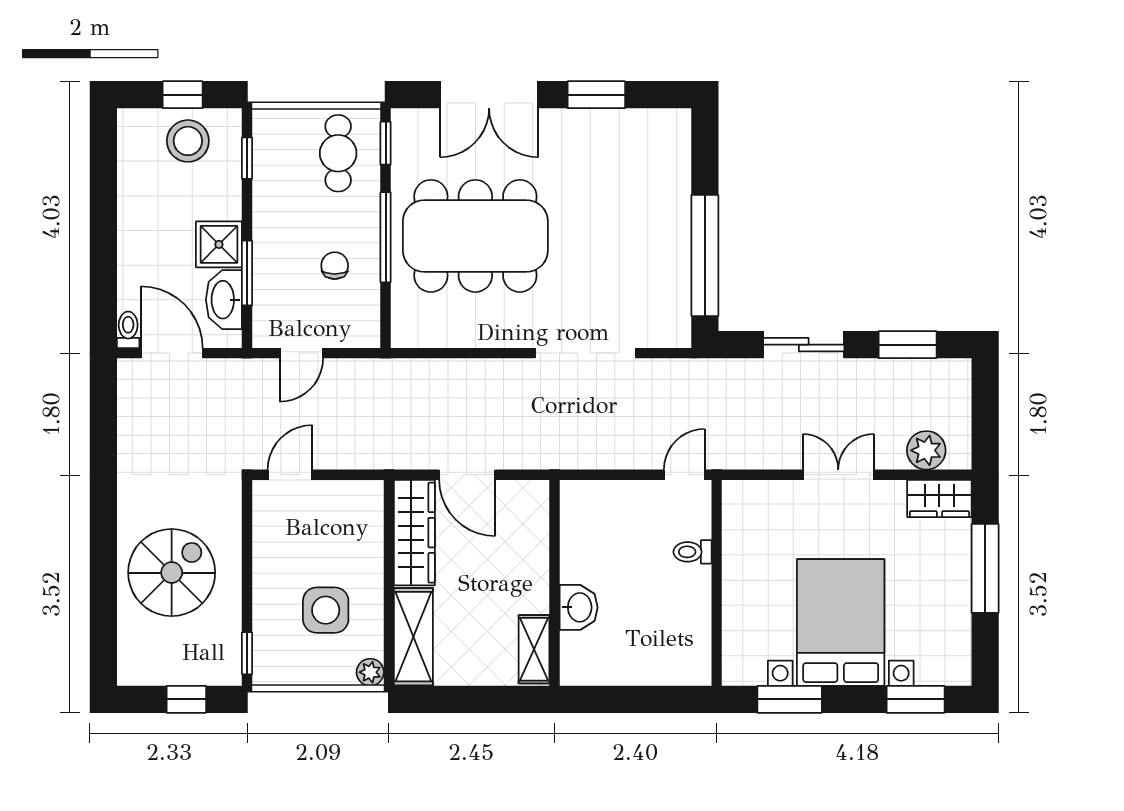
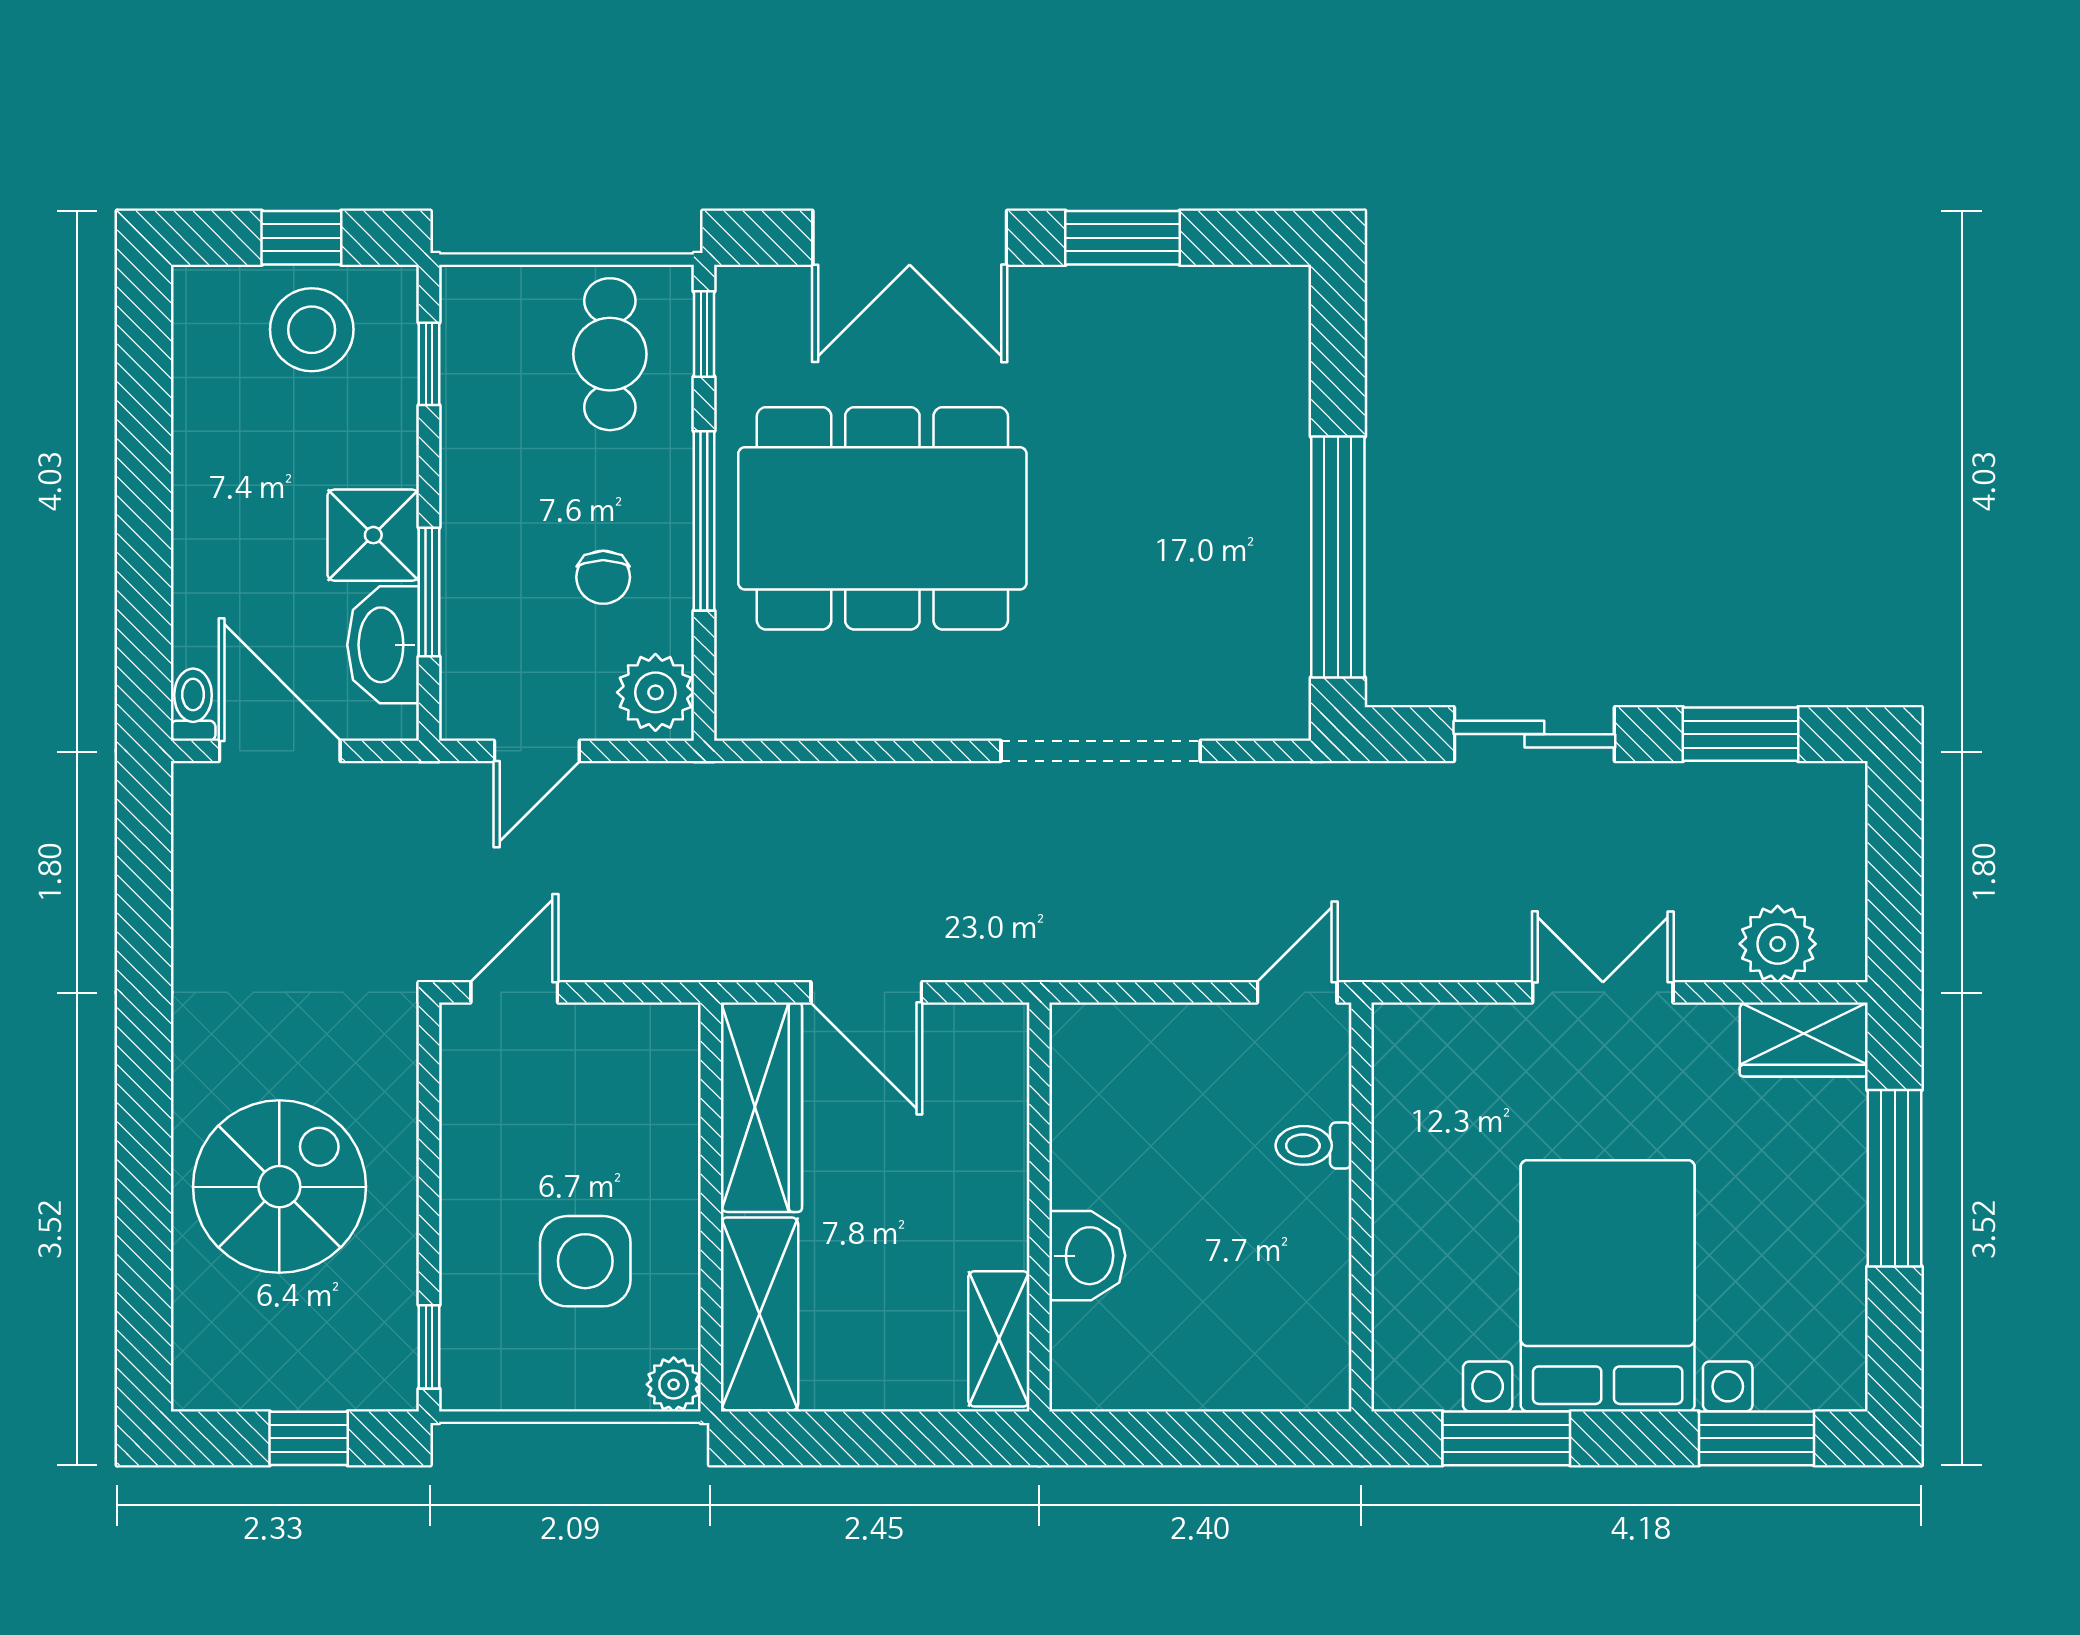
chair: (335, 266) -> (603, 577), turned 180
plant: (361, 324) -> (655, 692), added

